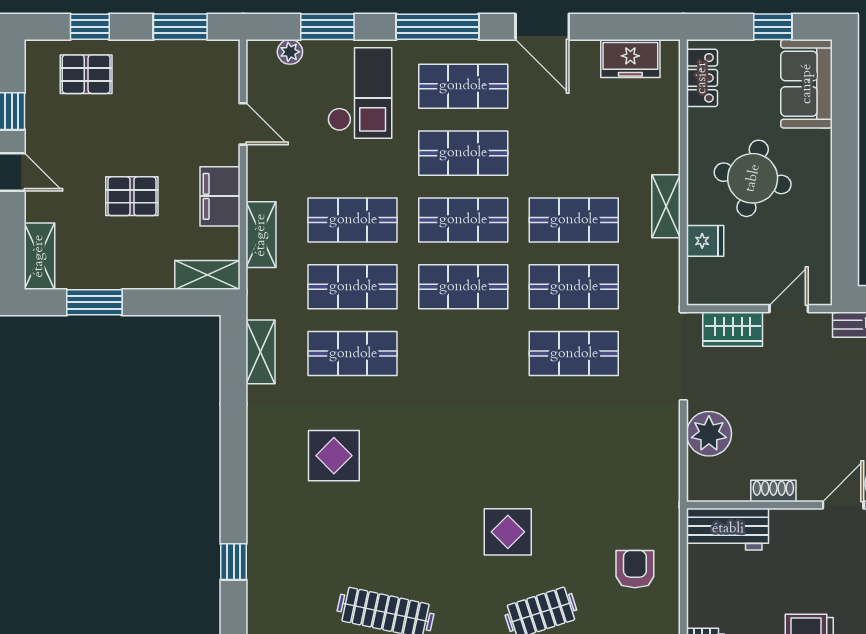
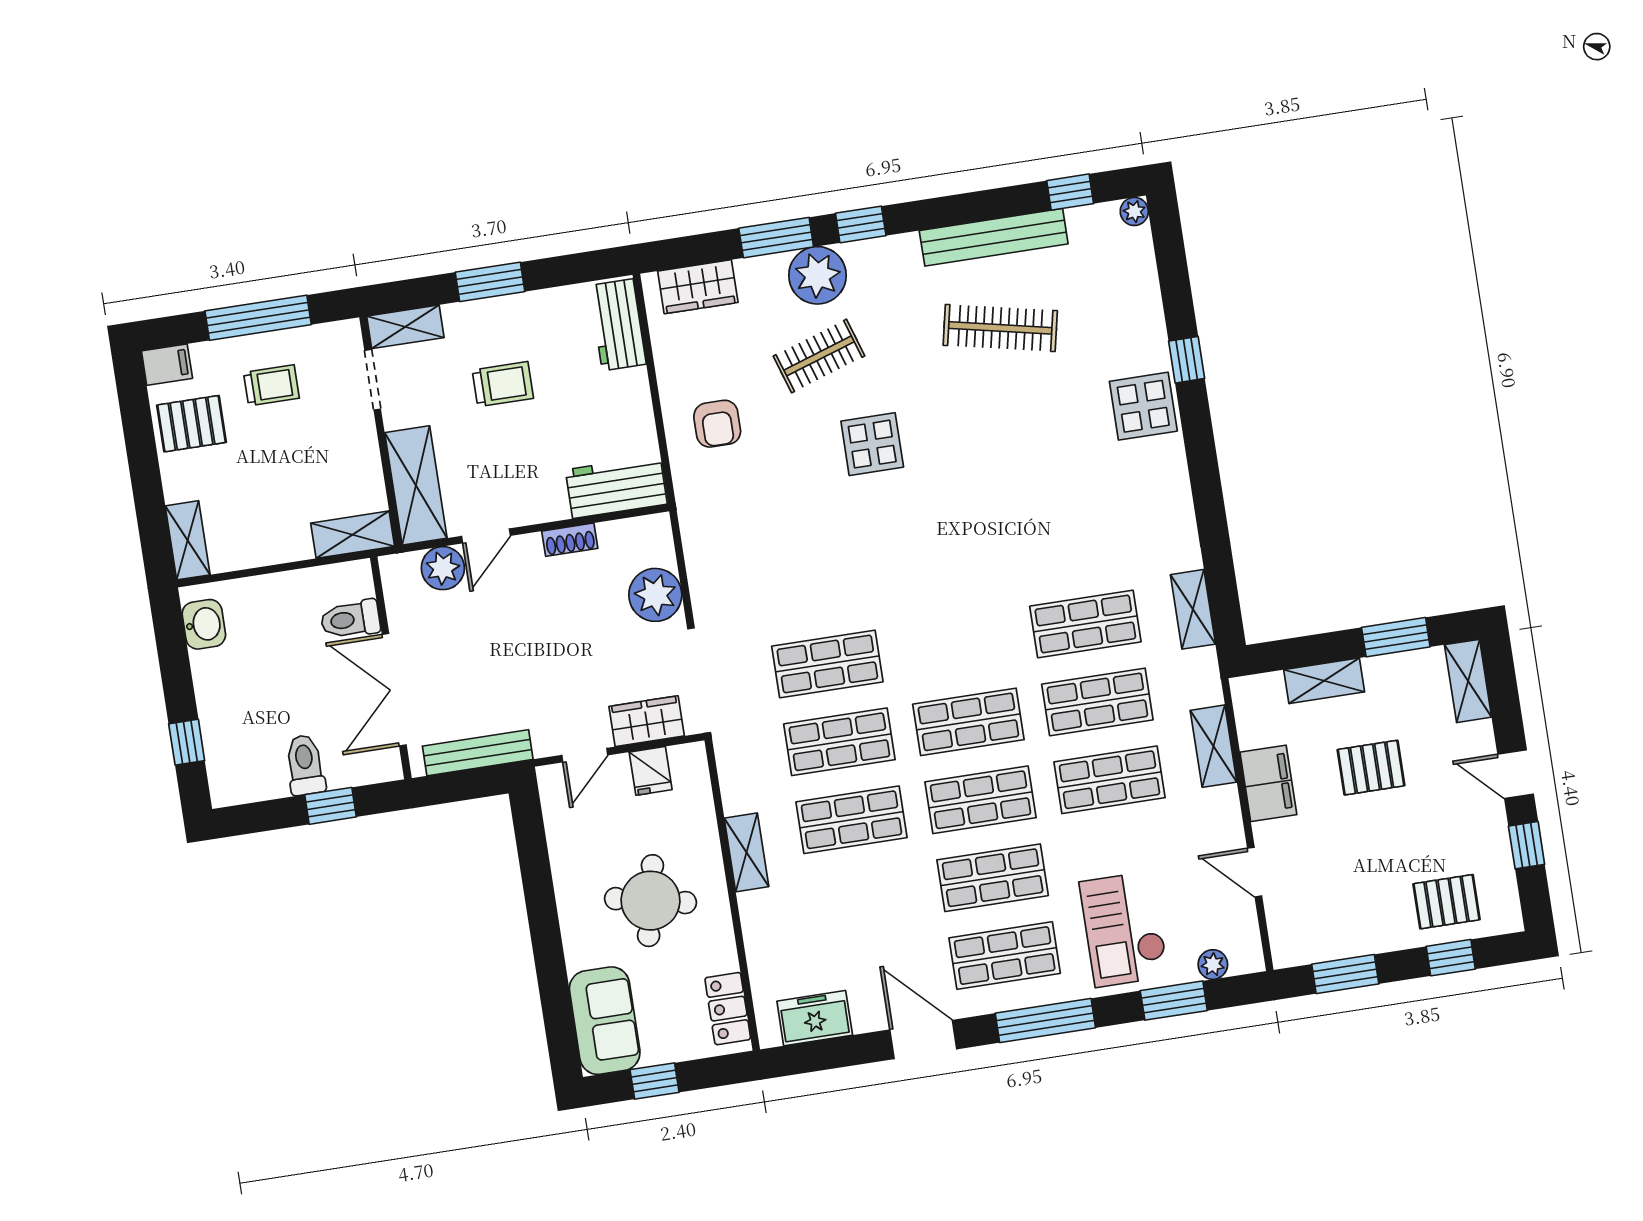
fridge: (705, 241) -> (651, 771), moved, turned -90
shelving: (207, 275) -> (1324, 681), moved
display table: (334, 456) -> (1143, 406), moved

